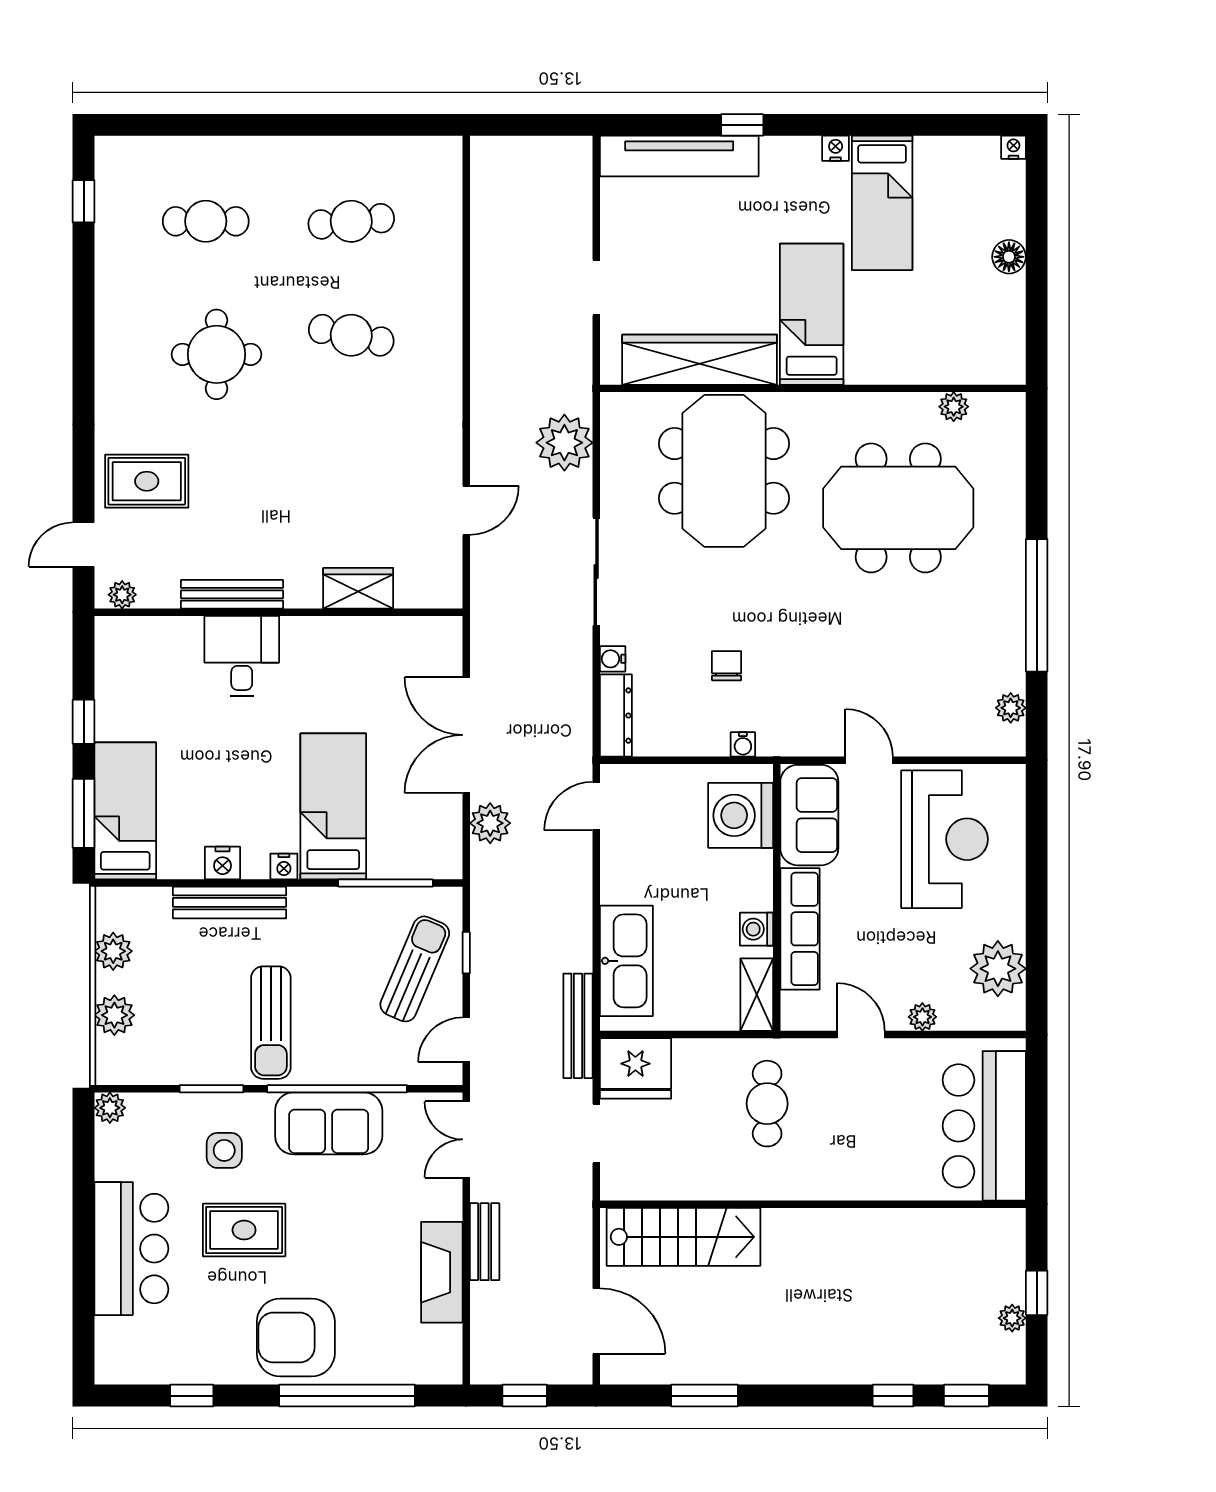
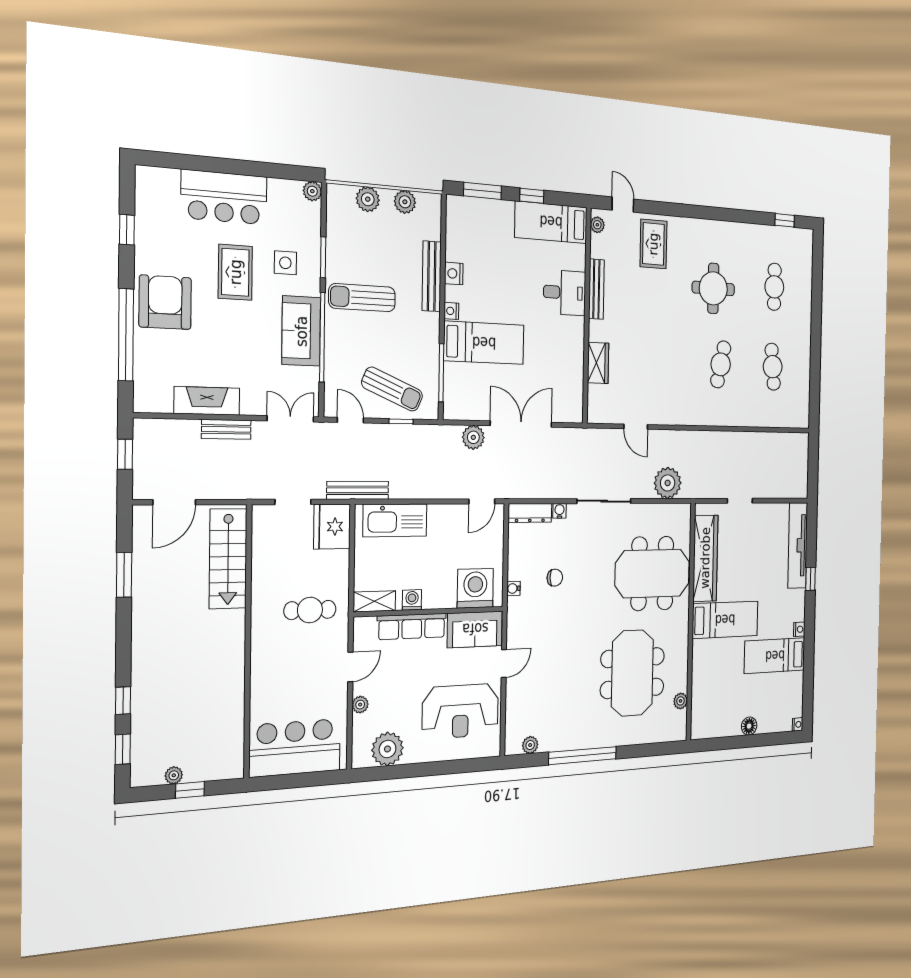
door: (596, 806) -> (482, 501), swing flipped
bed: (125, 811) -> (551, 222), moved, turned 180

